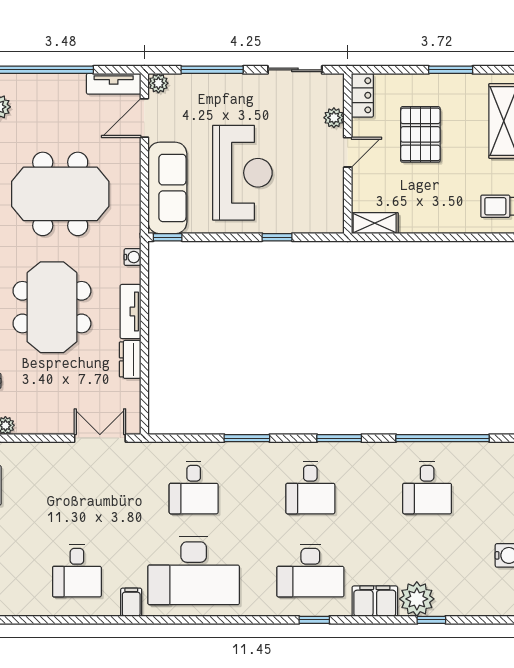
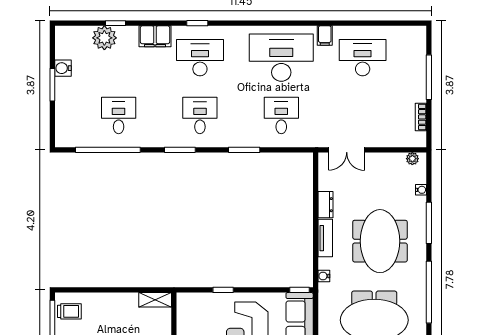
desk: (77, 571) -> (363, 58), width x1.37
plant: (417, 599) -> (104, 38), moved

